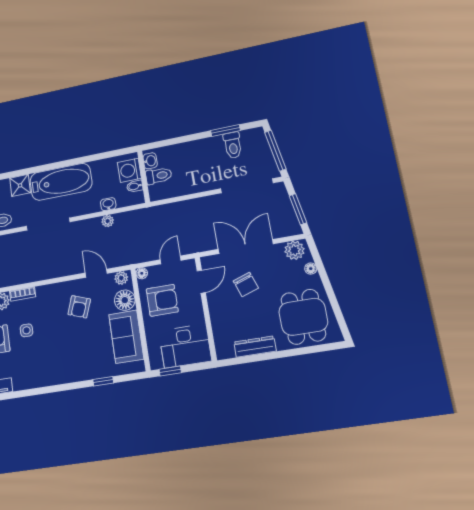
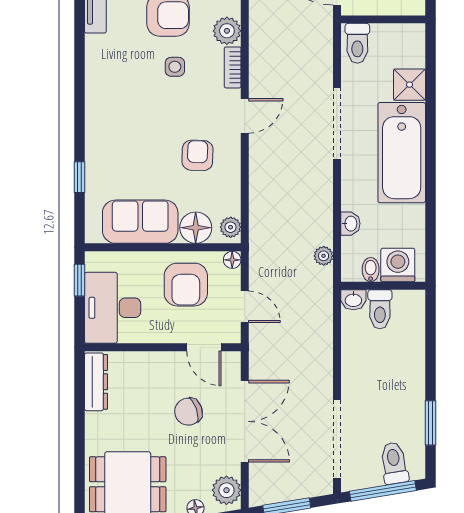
toilet: (233, 145) -> (394, 463), moved, turned 81
washbasin: (150, 161) -> (353, 300), moved
plant: (108, 221) -> (324, 256), moved
door: (96, 273) -> (245, 116), moved
armchair: (79, 307) -> (197, 155), turned 72
dresser: (255, 347) -> (96, 382), moved

